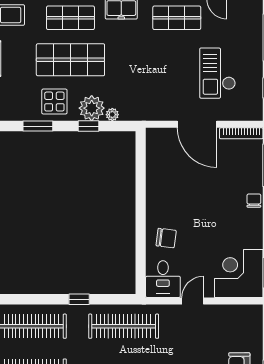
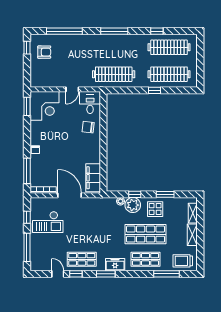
checkout: (217, 73) -> (48, 222), moved, turned 90
filing cabinet: (158, 154) -> (93, 178), added
window: (79, 299) -> (154, 90), moved

